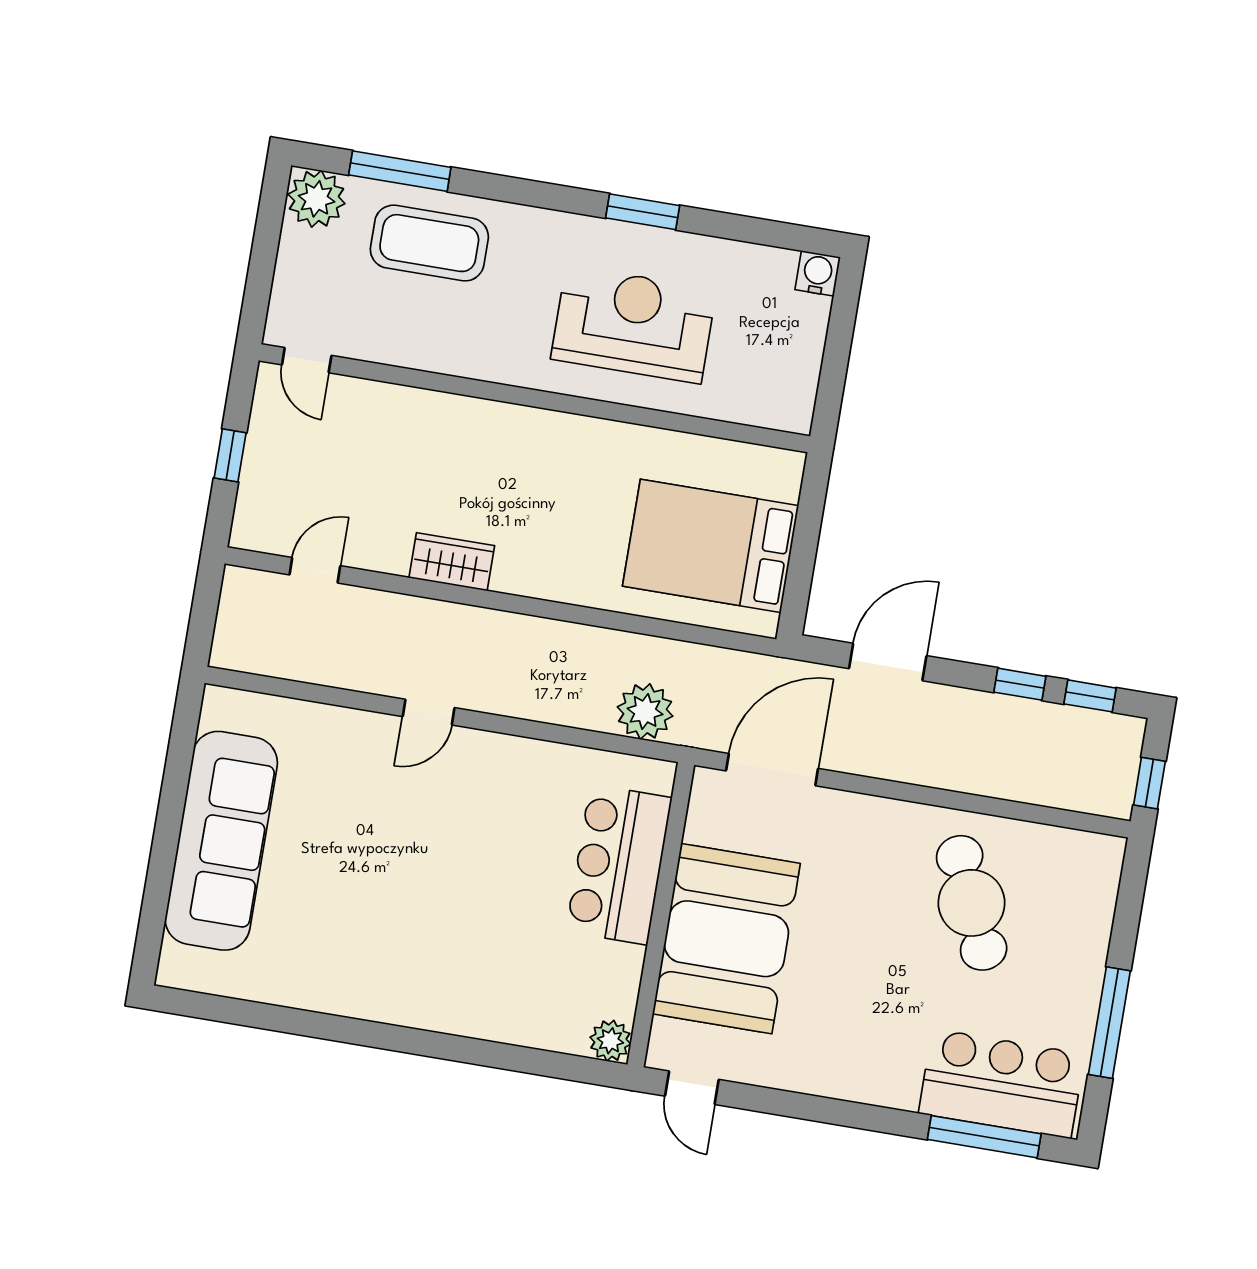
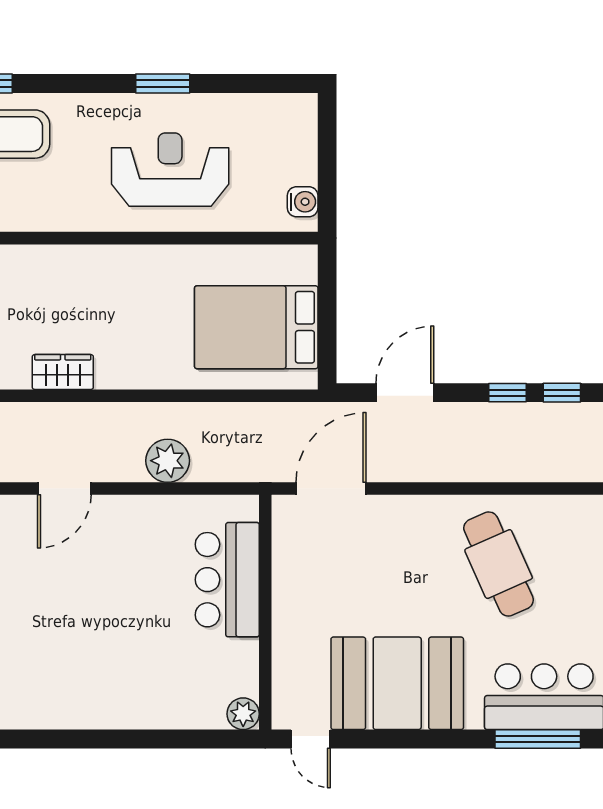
water cooler: (818, 273) -> (303, 202), moved, turned 90
plant: (645, 711) -> (168, 461), moved
door: (429, 712) -> (64, 489), width x1.38
booth: (726, 939) -> (397, 683), moved, turned 90

